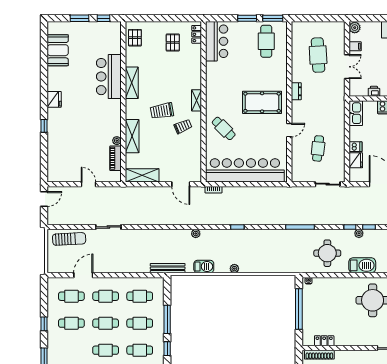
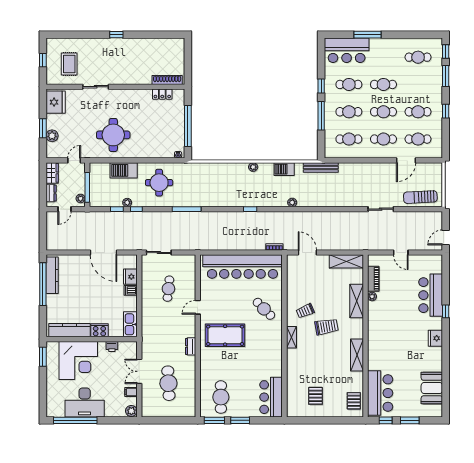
locker: (197, 34) -> (291, 404), removed
bar counter: (109, 77) -> (380, 393), moved
bar counter: (59, 142) -> (431, 295), added

